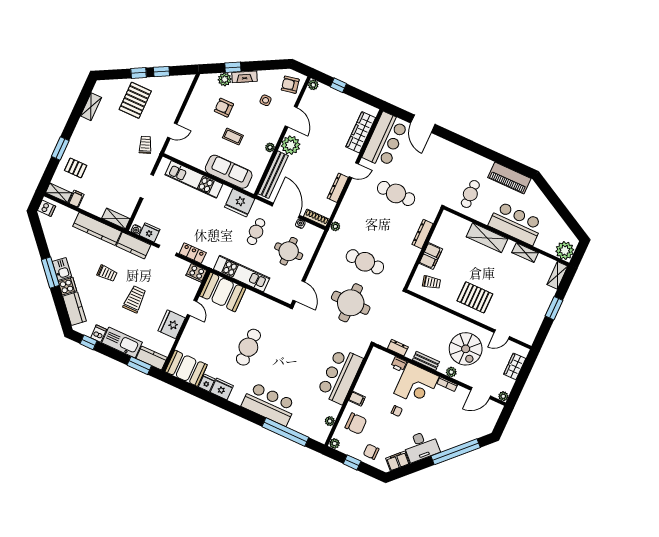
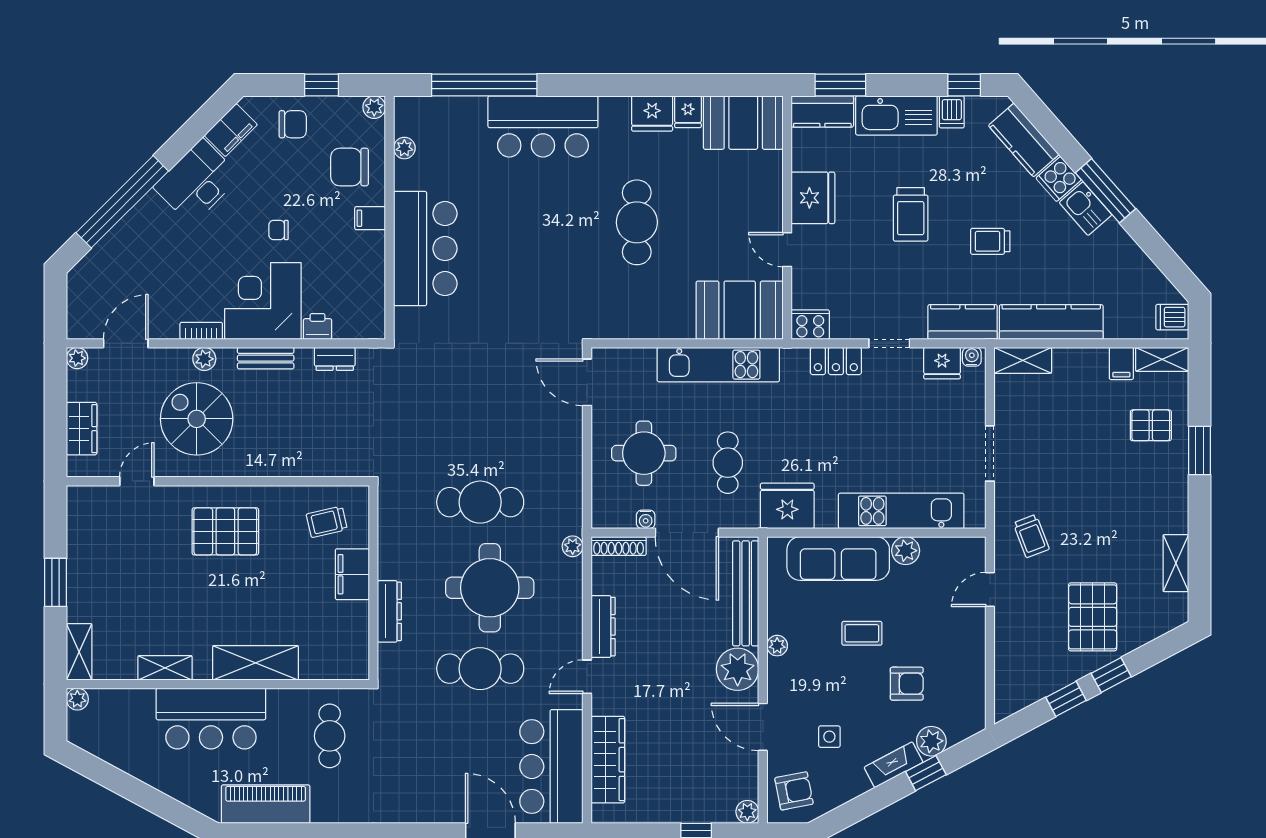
plant: (200, 162) -> (906, 551), added
plant: (565, 251) -> (77, 699), width x0.53, depth x0.53
round table: (351, 303) -> (490, 588), moved

